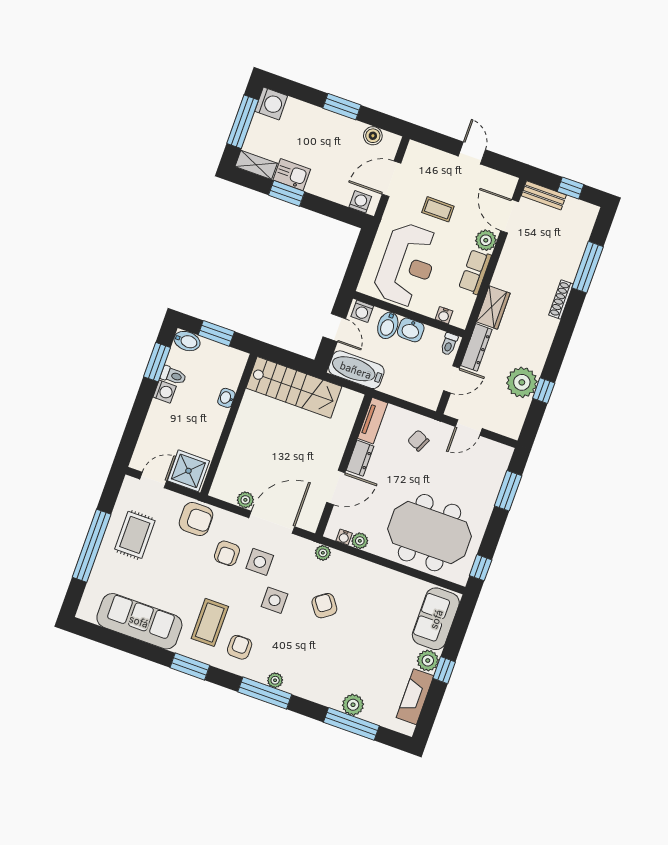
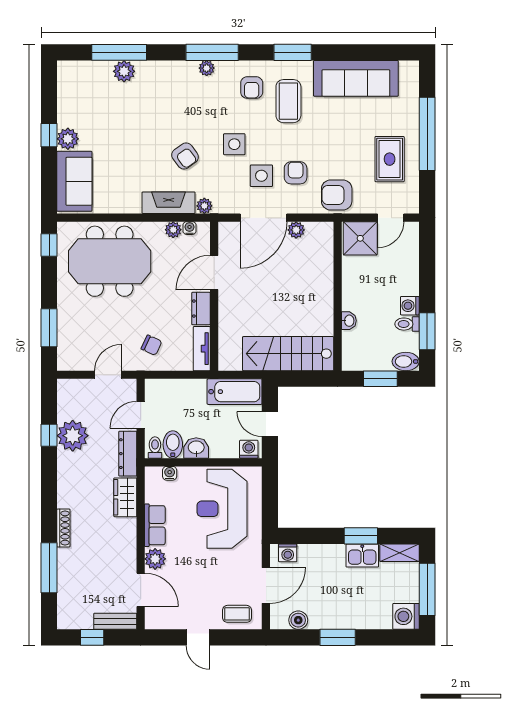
coffee table: (438, 209) -> (237, 614), moved
bidet: (388, 325) -> (173, 444), moved
fireplace: (415, 697) -> (169, 203), moved, turned -90

